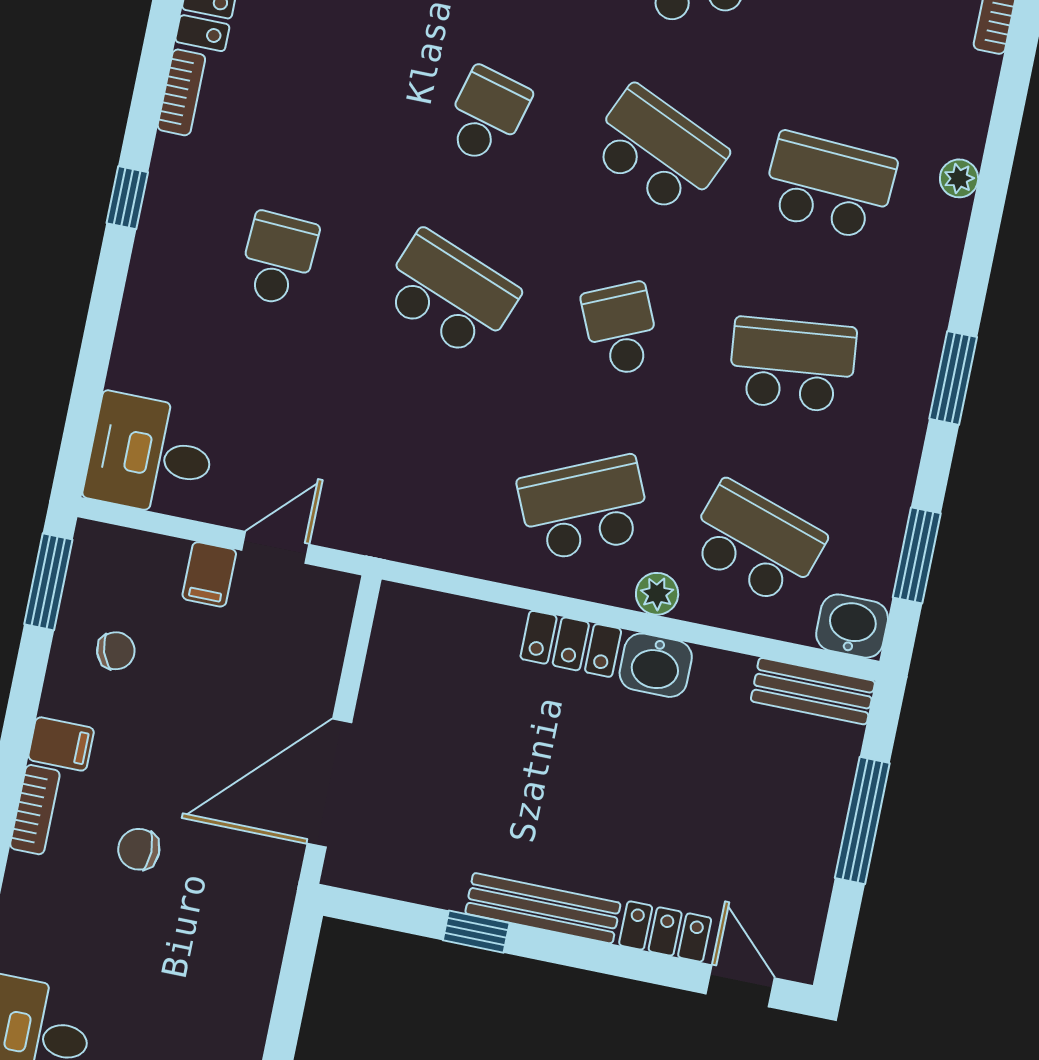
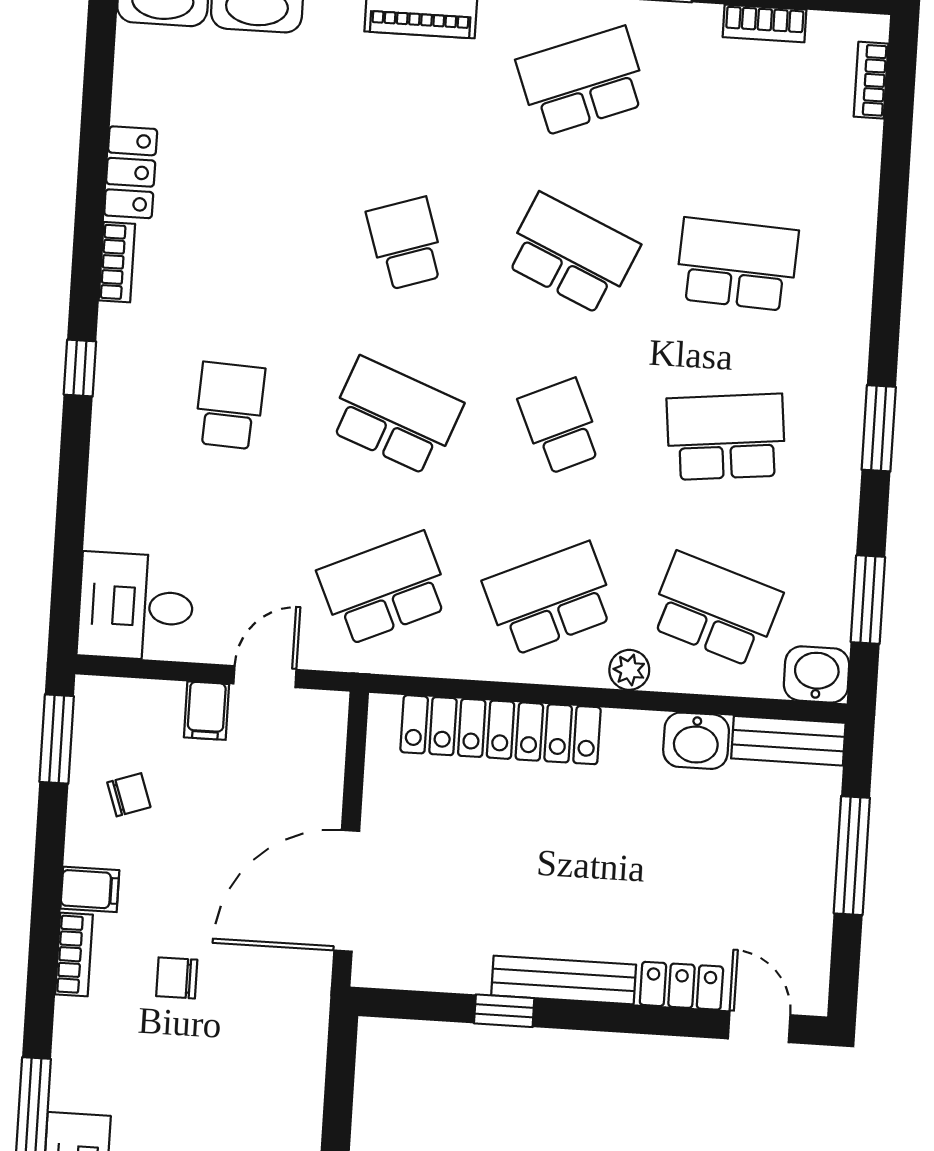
school desk: (486, 115) -> (406, 244), turned -33
plant: (959, 178) -> (858, 240), removed
school desk: (413, 473) -> (384, 589), added
locker: (571, 644) -> (501, 730), width x2.16, depth x1.21
washbasin: (656, 665) -> (696, 741), moved

